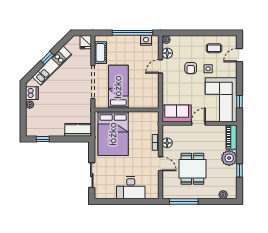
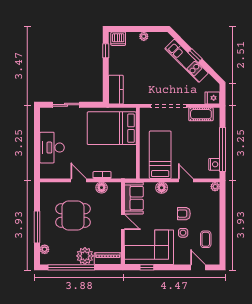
floor lamp: (167, 53) -> (162, 188), moved
bed: (118, 87) -> (160, 155), moved, turned -90
dishwasher: (32, 93) -> (118, 39), moved
door: (160, 164) -> (79, 180), swing flipped
window: (240, 170) -> (71, 267), width x3.17
window: (184, 201) -> (37, 227), moved

